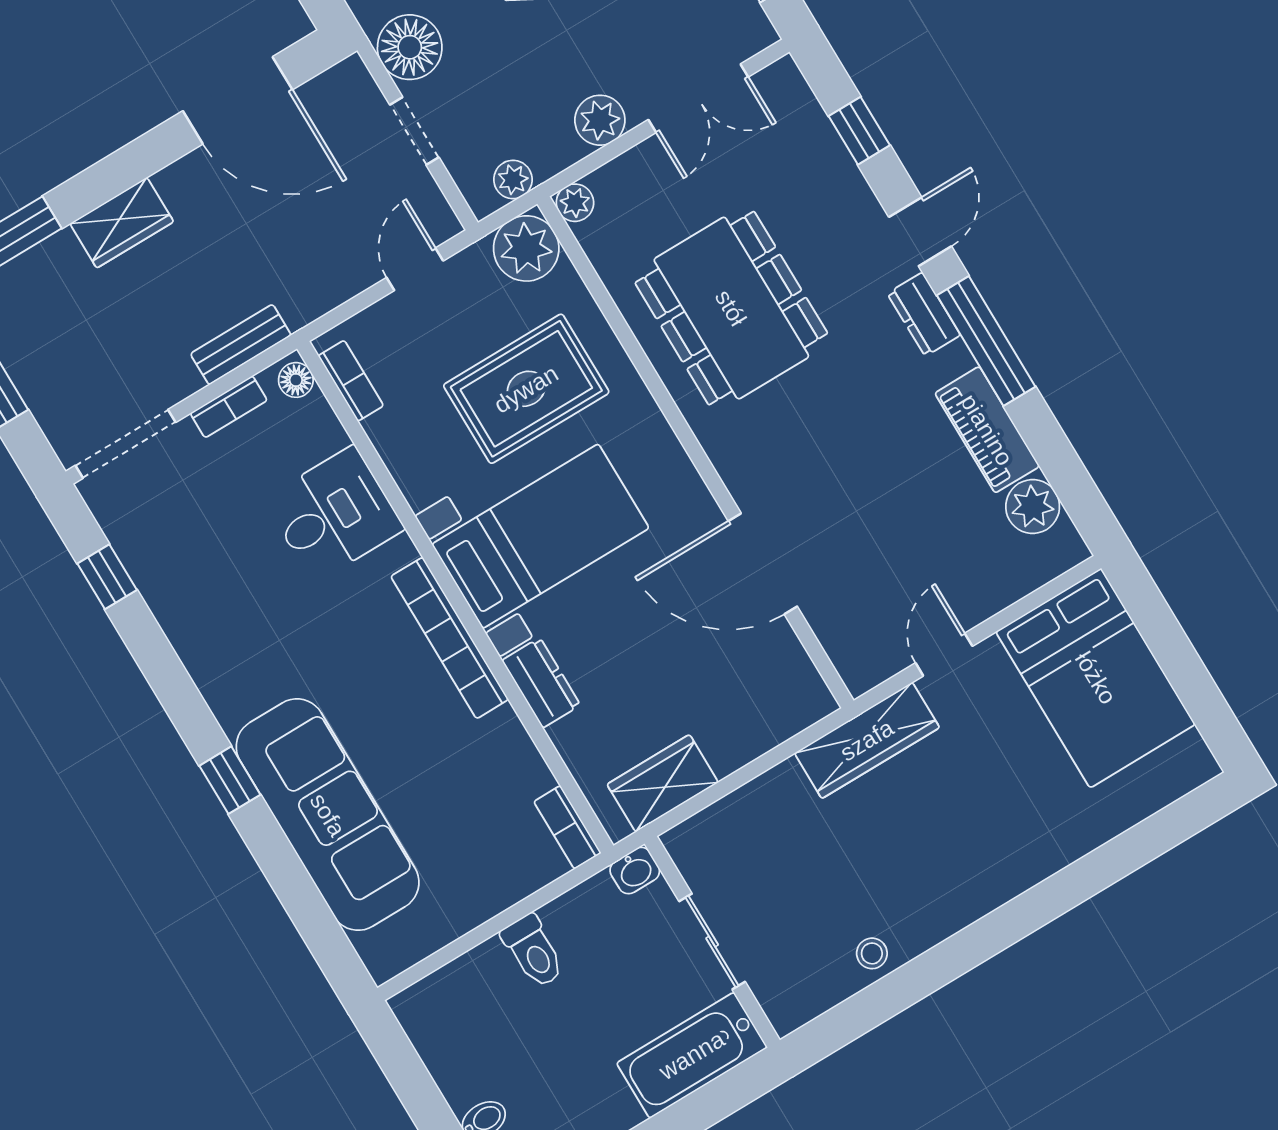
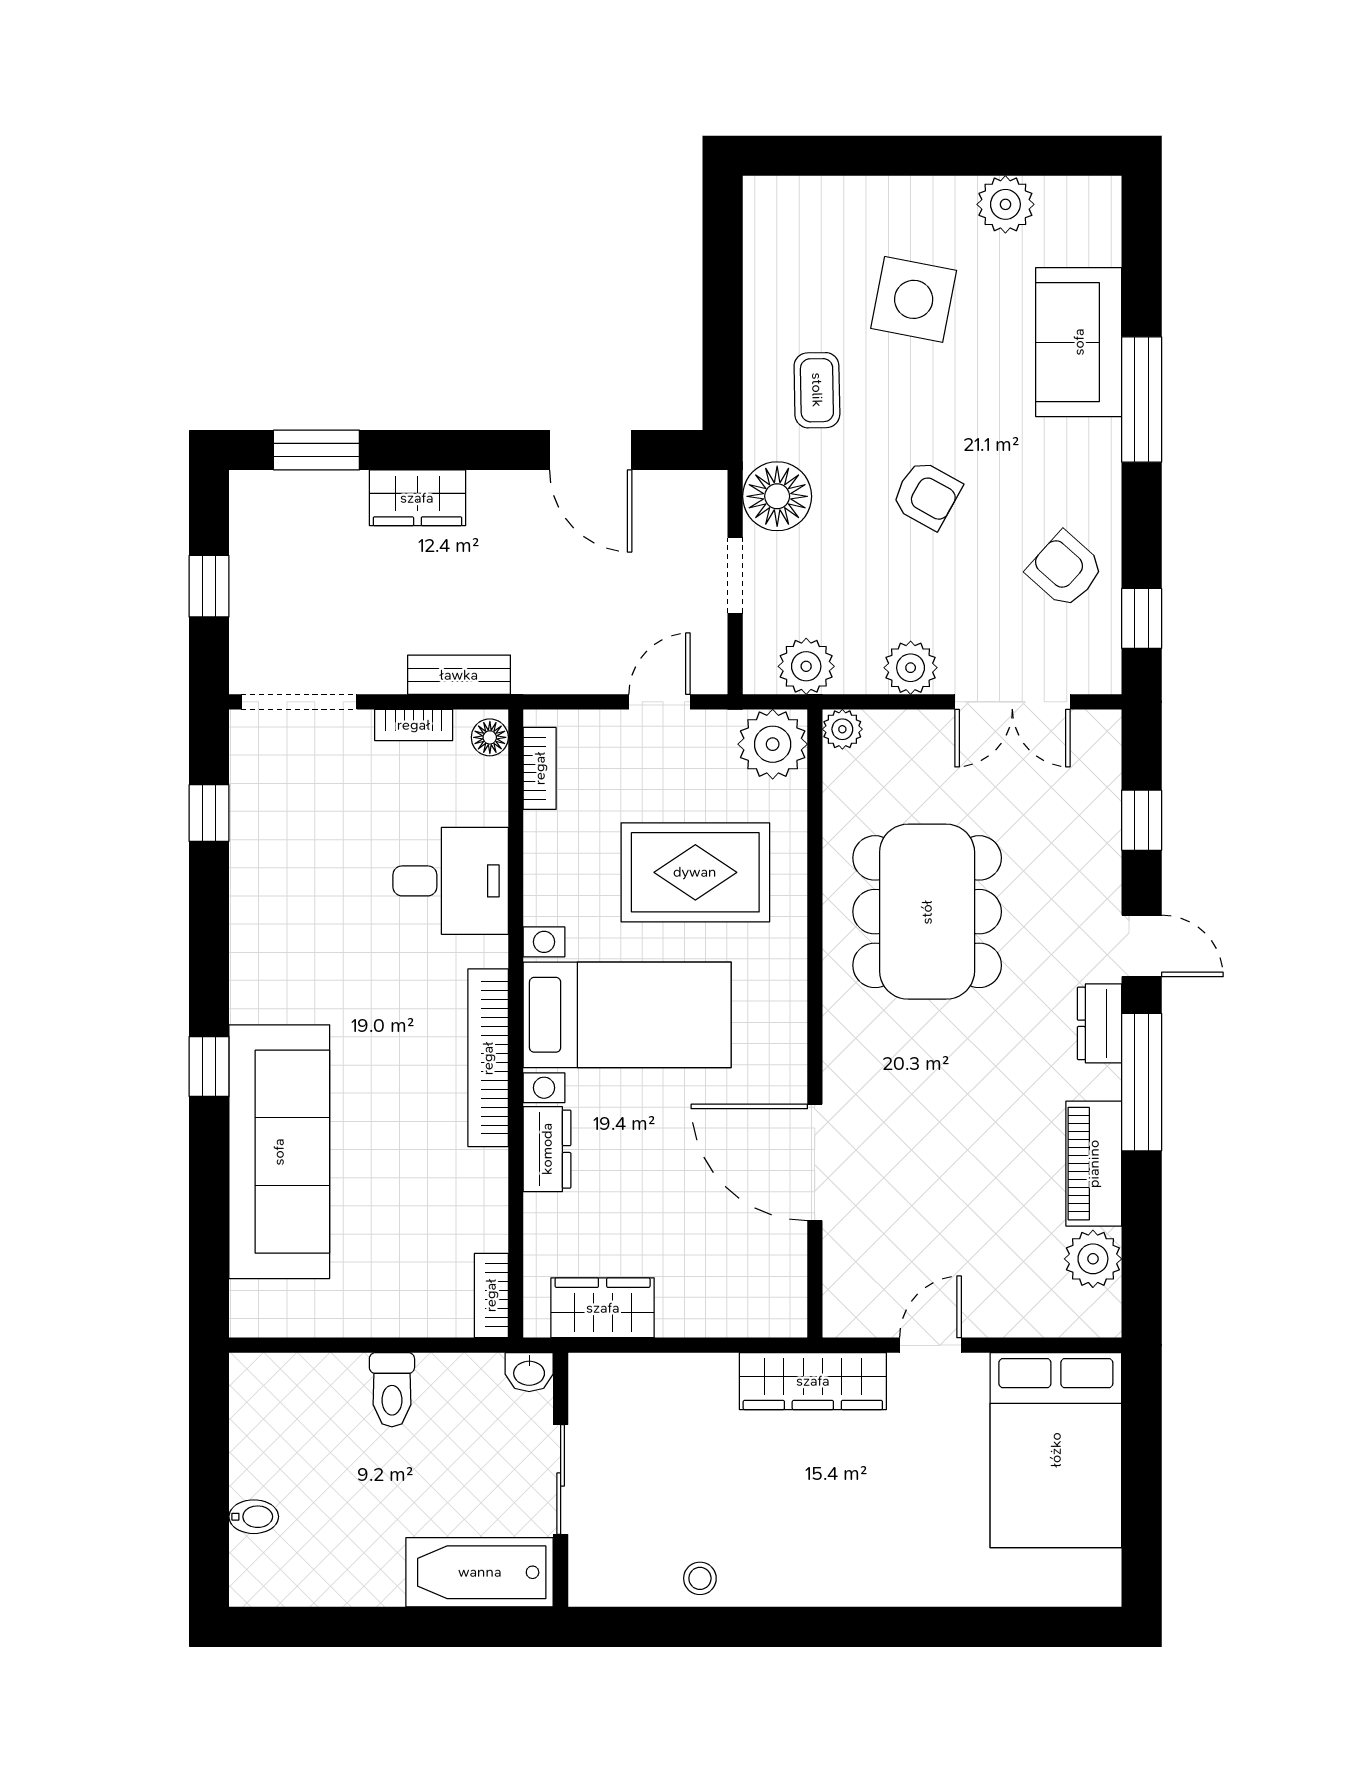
door: (238, 100) -> (591, 450), width x0.73
plant: (513, 179) -> (806, 666), width x1.38, depth x1.38
door: (920, 232) -> (1142, 946), hinge flipped

